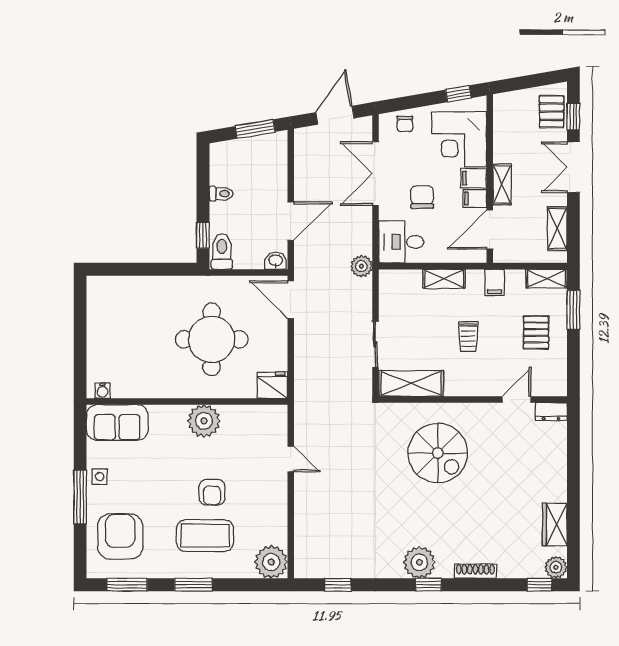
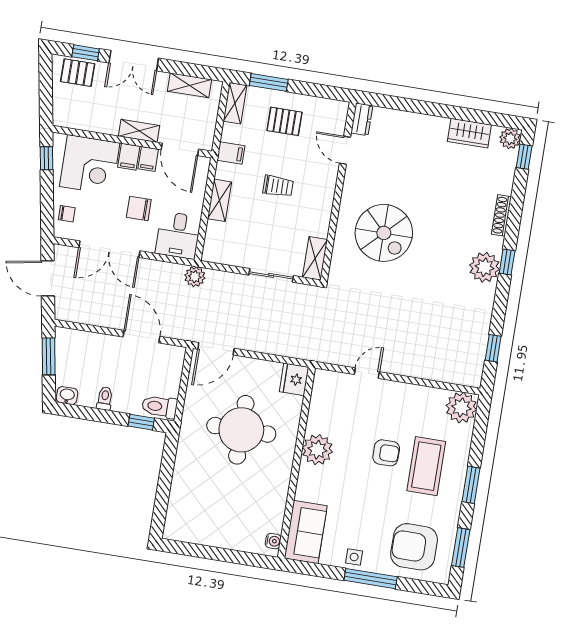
washbasin: (276, 261) -> (67, 396), moved, turned 90
shelving: (411, 383) -> (315, 258), width x0.67, depth x0.75
spiral stairs: (438, 453) -> (384, 233), turned 90

